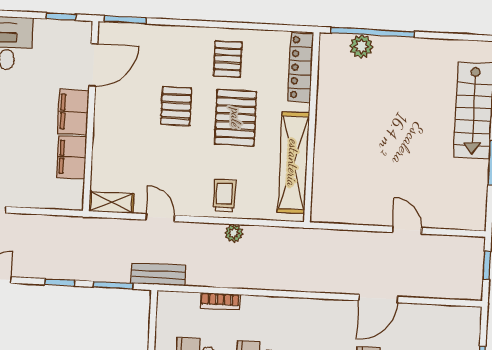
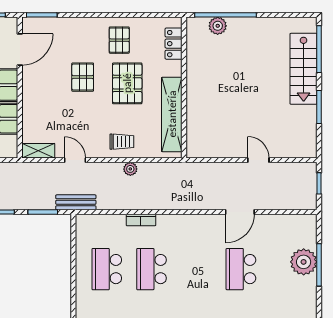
locker: (301, 67) -> (174, 44), width x0.66
trolley: (224, 196) -> (122, 142), turned 90
bookcase: (220, 301) -> (141, 220), moved

